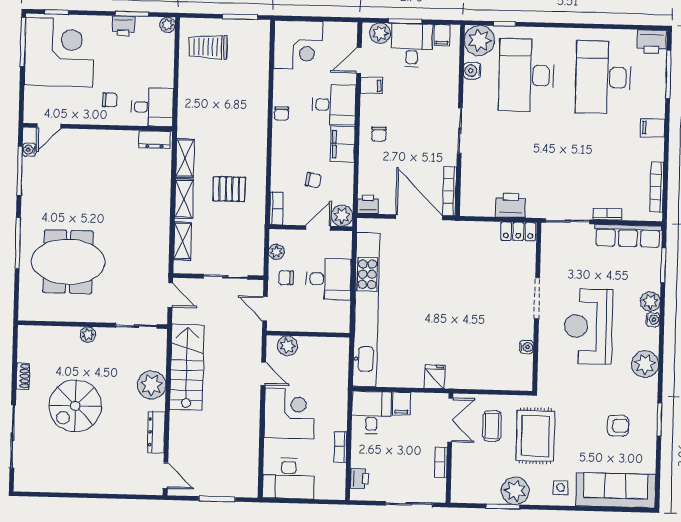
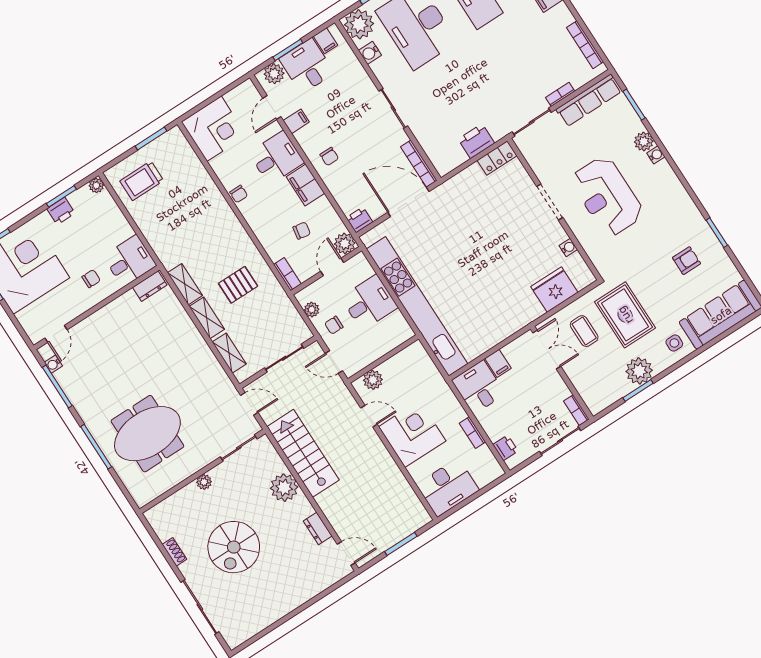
plant: (645, 364) -> (674, 195), removed
fridge: (435, 377) -> (554, 290), moved, width x1.88, depth x1.34
dresser: (156, 432) -> (318, 528), width x0.70
bookcase: (441, 462) -> (576, 410), moved

